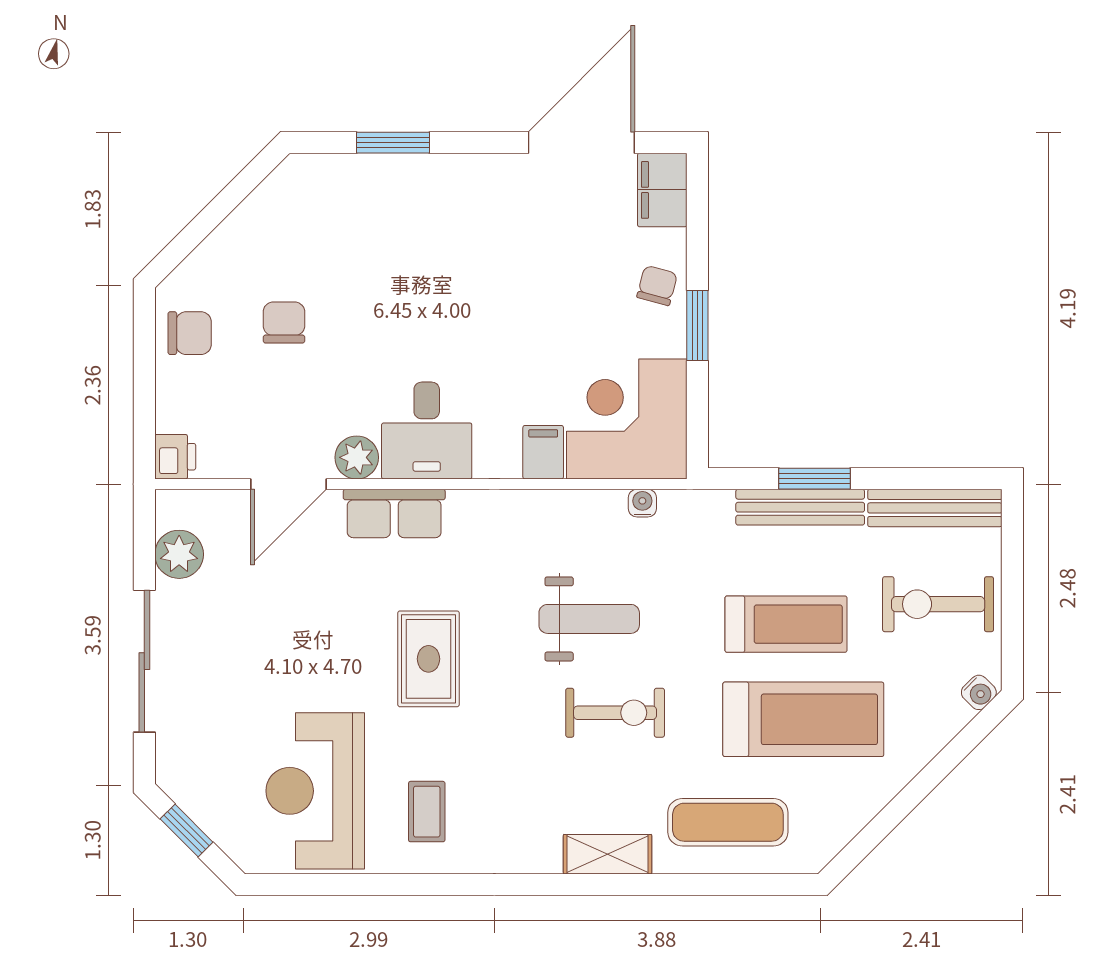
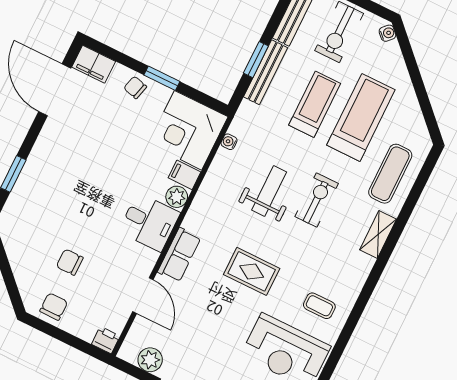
plant: (357, 457) -> (177, 197), moved

